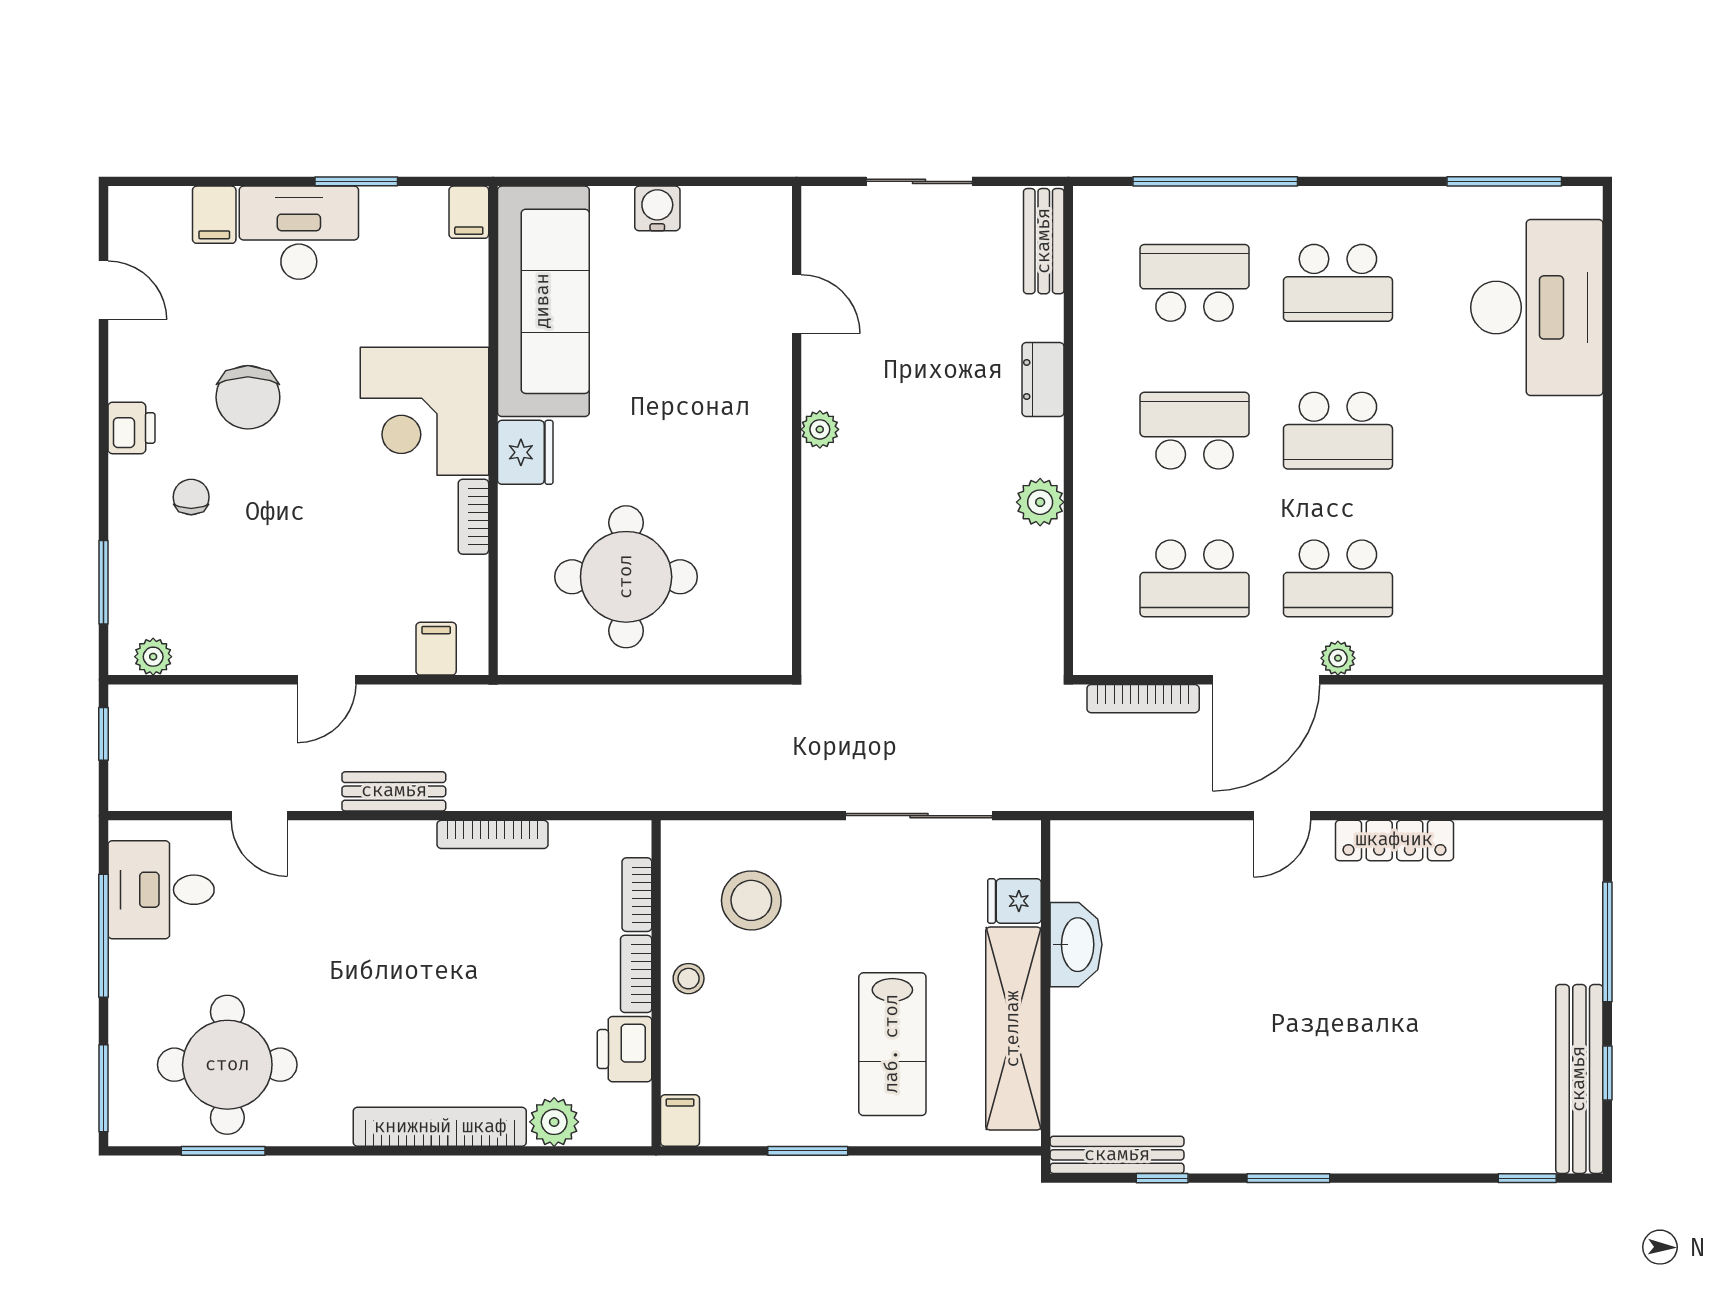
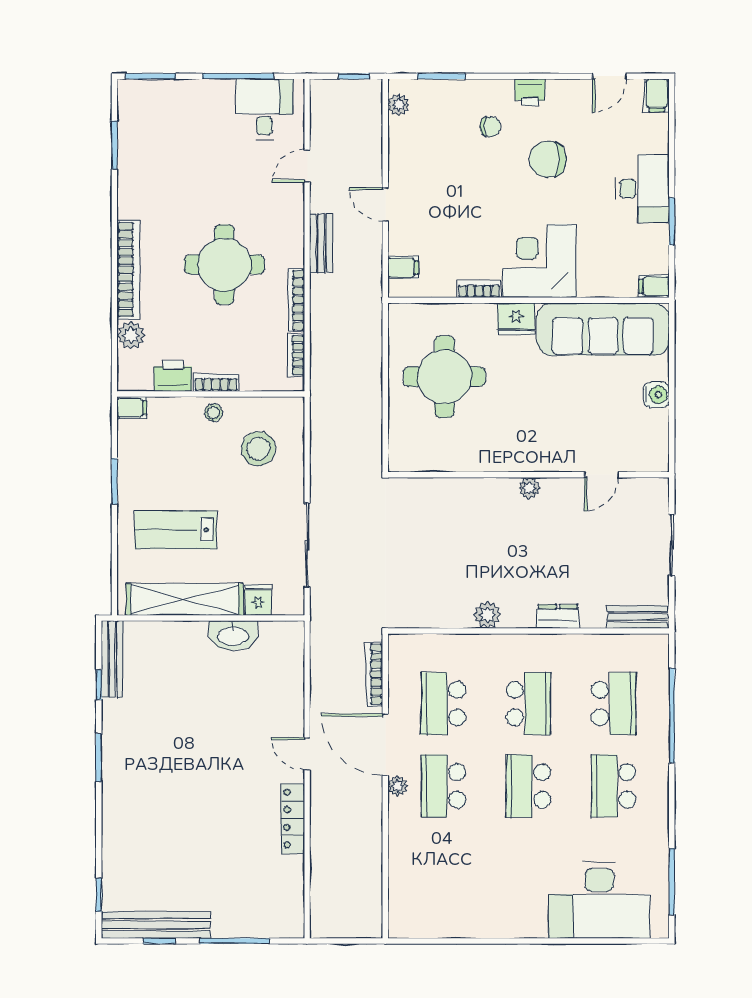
filing cabinet: (214, 215) -> (657, 95), moved, turned -90
bookcase: (637, 895) -> (296, 355), moved, turned -90
round table: (227, 1065) -> (224, 265), moved

